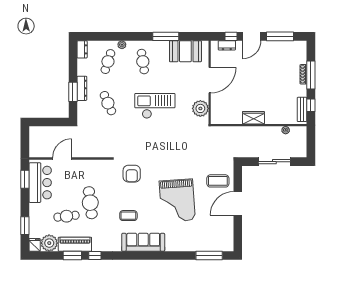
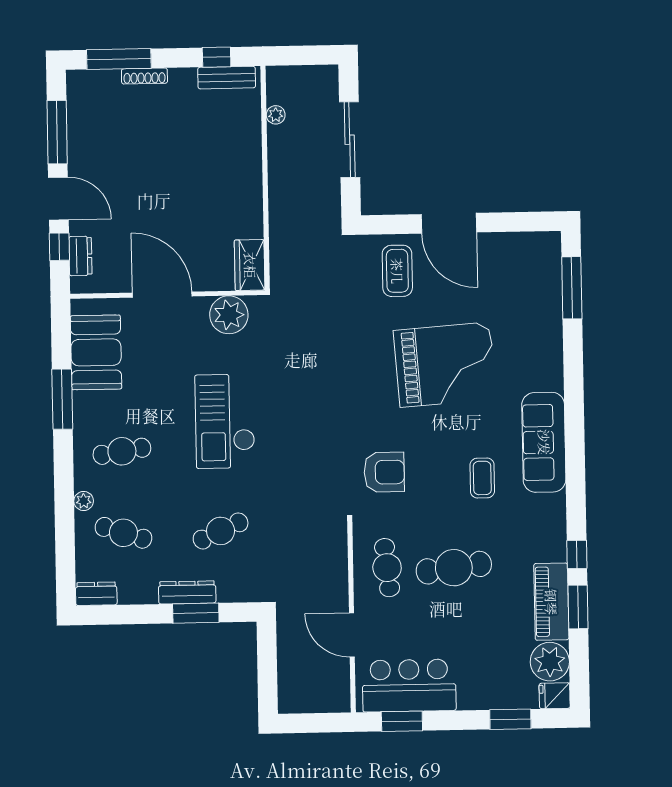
window: (311, 75) -> (119, 59), moved
wardrobe: (253, 118) -> (250, 265), moved
cafe table: (67, 216) -> (387, 568), moved

